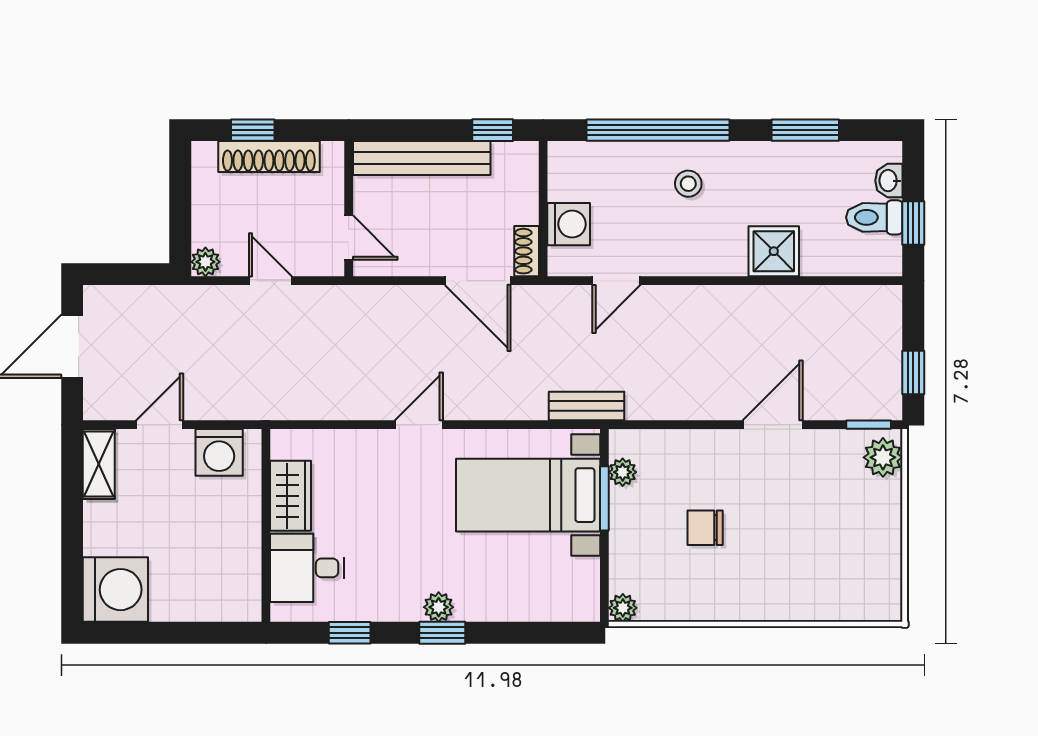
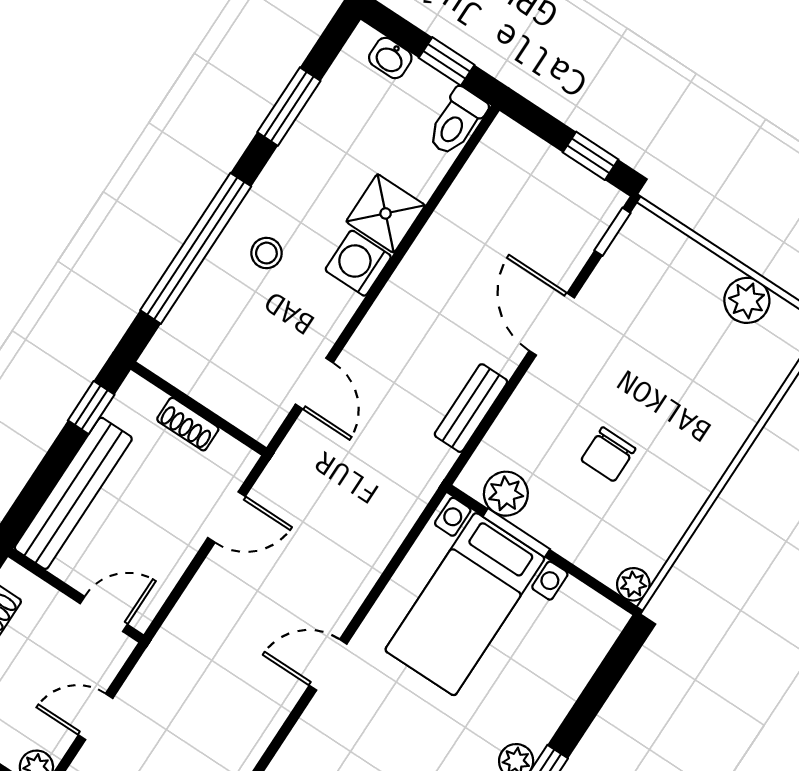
toilet: (874, 217) -> (457, 122), moved
washing machine: (569, 224) -> (358, 263), moved, turned -90
shoe rack: (527, 251) -> (188, 424), moved
door: (478, 281) -> (227, 517), width x0.73
bench: (586, 406) -> (471, 408), moved
door: (419, 425) -> (328, 665), hinge flipped
plant: (883, 457) -> (747, 300), moved
plant: (623, 472) -> (506, 494), width x1.38, depth x1.38

